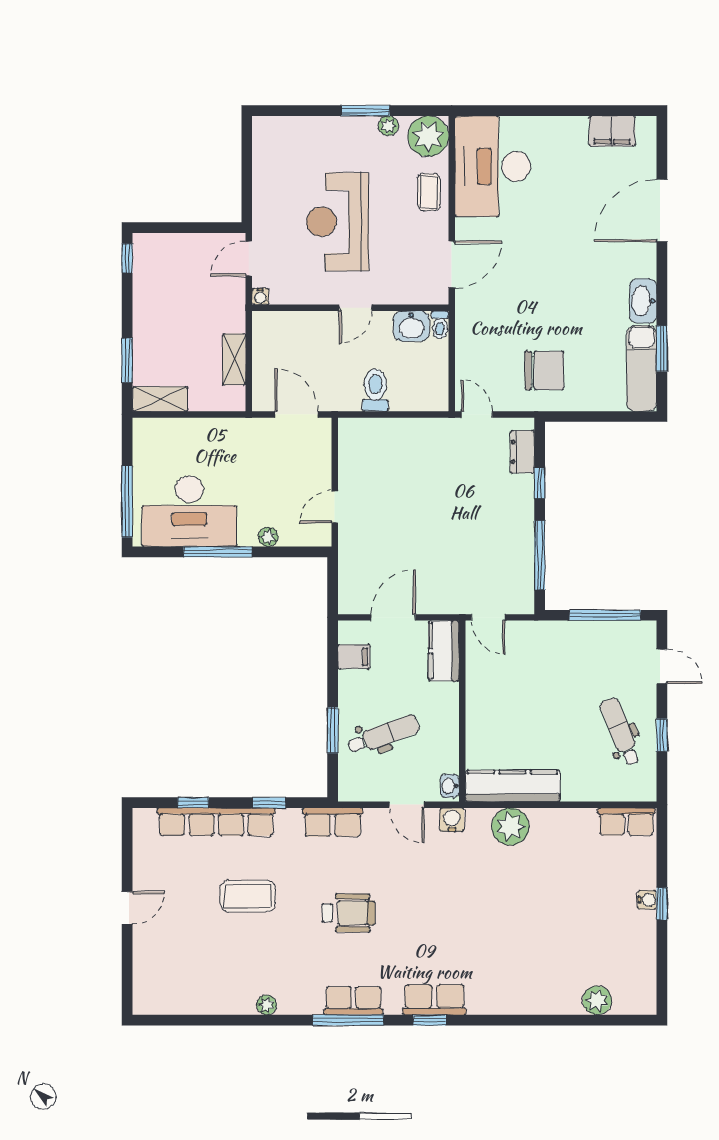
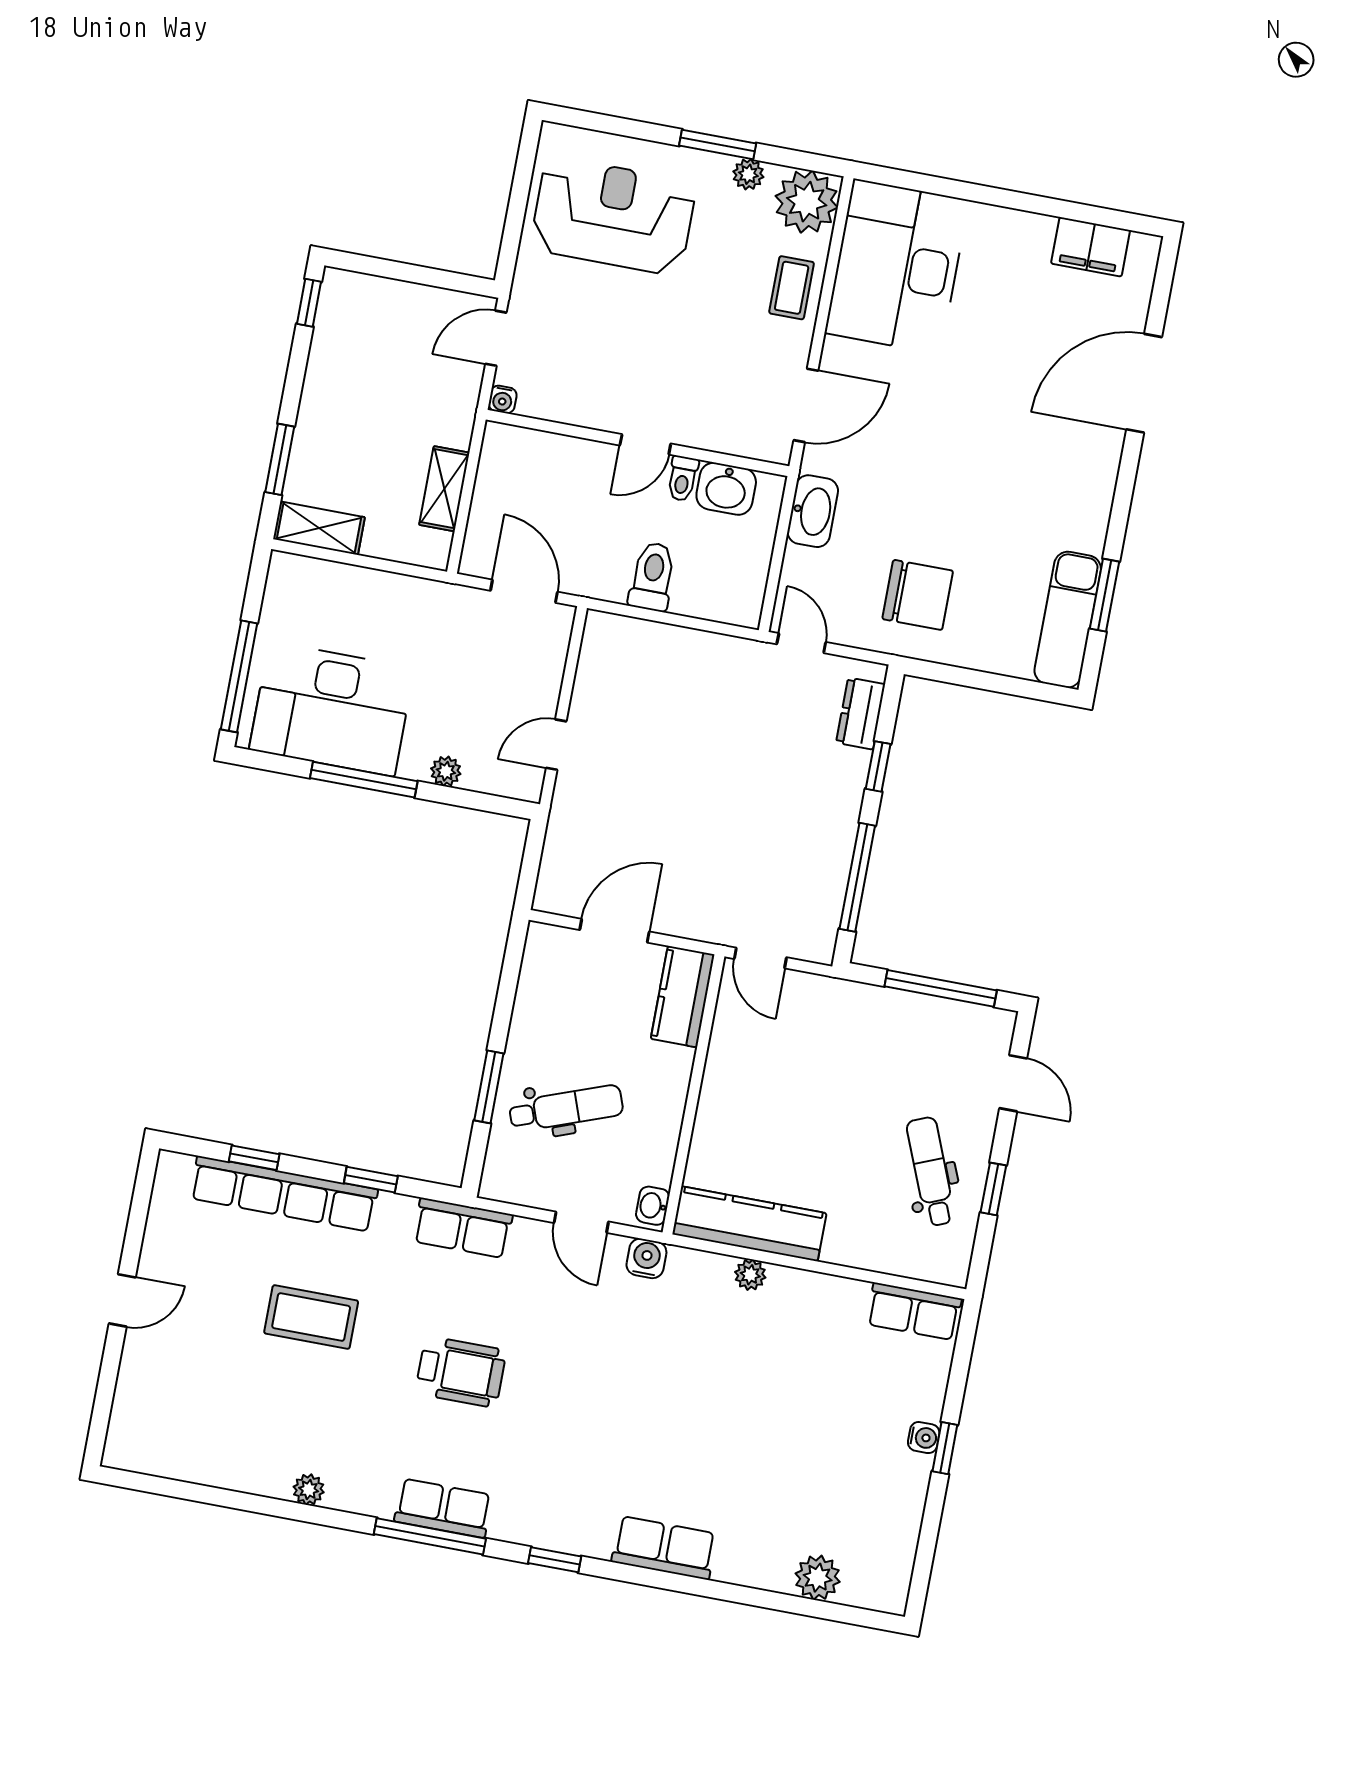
reception desk: (338, 222) -> (613, 216), moved, turned 90
washbasin: (643, 301) -> (813, 511), moved, turned 180
toilet: (440, 325) -> (683, 478), moved
filing cabinet: (354, 657) -> (543, 980), removed
plant: (510, 827) -> (750, 1275), width x0.53, depth x0.53
row of seats: (434, 1000) -> (664, 1548), moved

